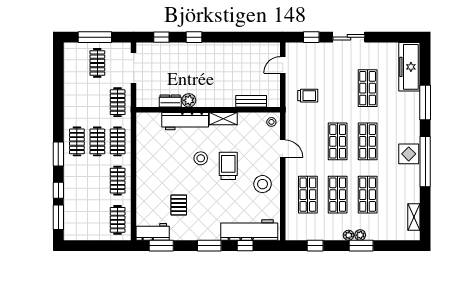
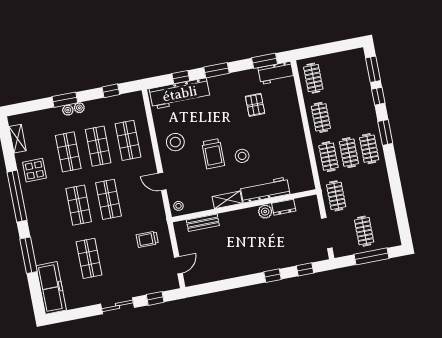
display table: (409, 154) -> (34, 170), moved

